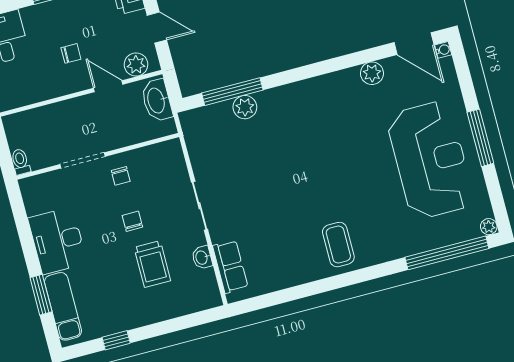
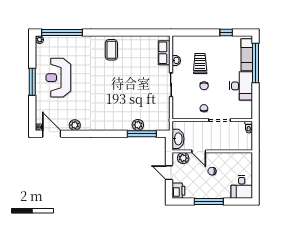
reception desk: (430, 160) -> (58, 78), width x0.74, depth x0.77
window: (41, 295) -> (255, 63), width x2.11

